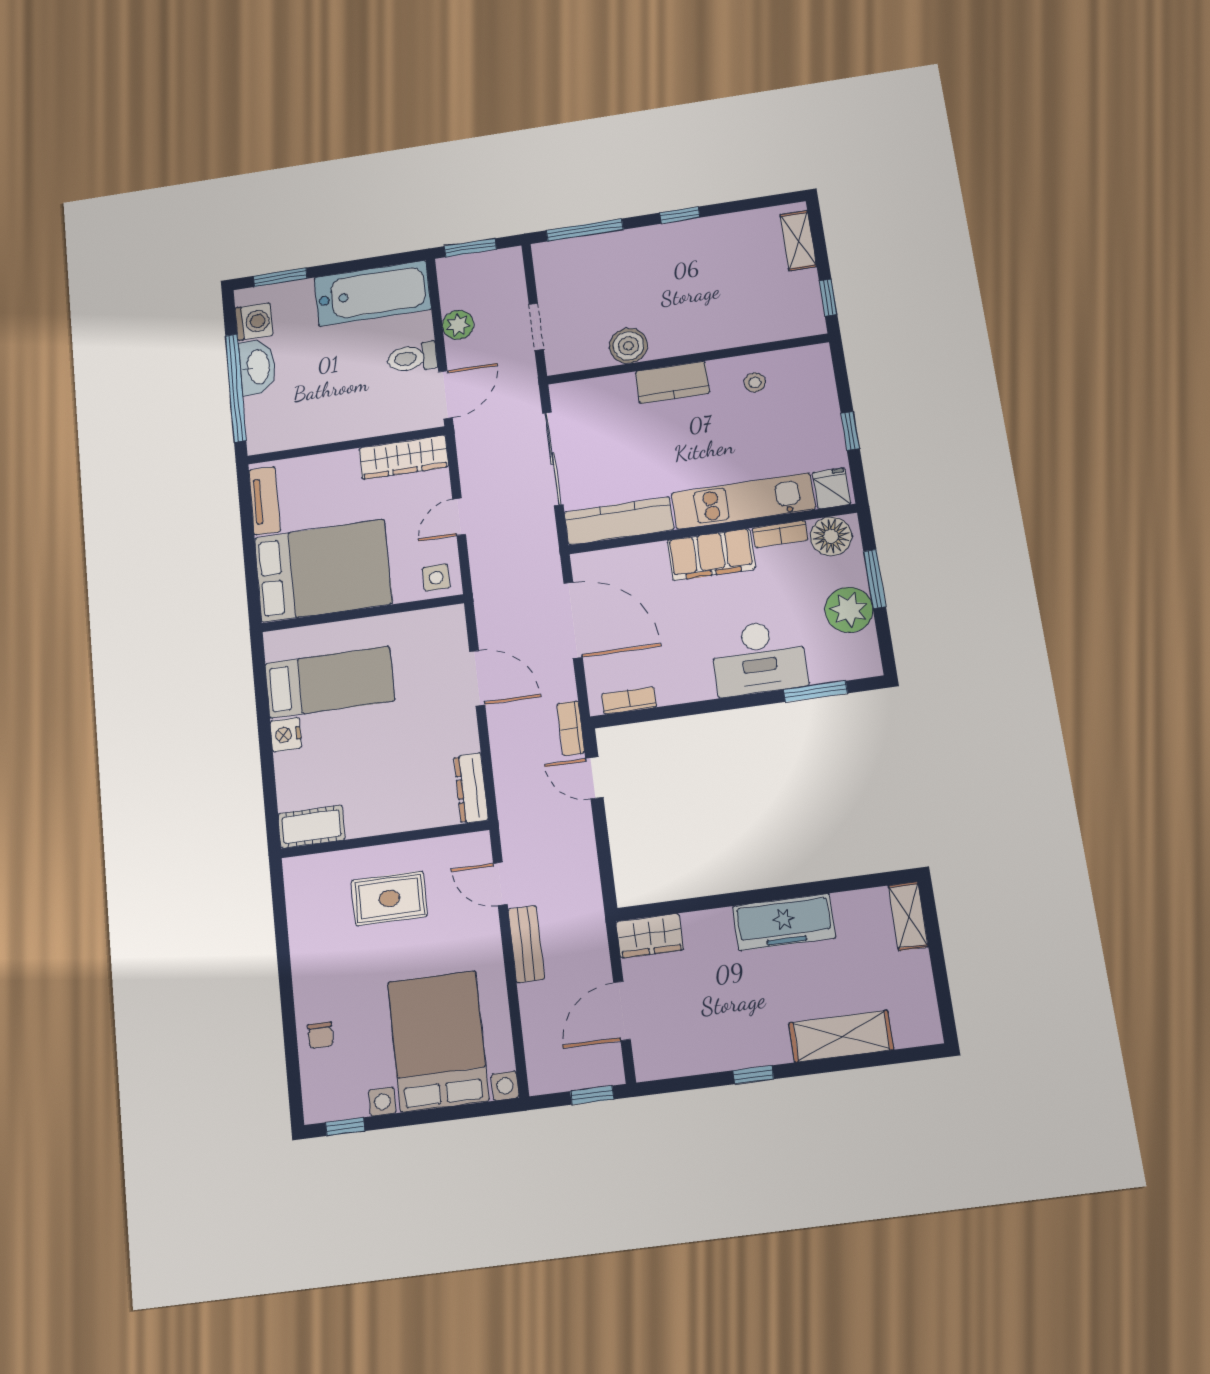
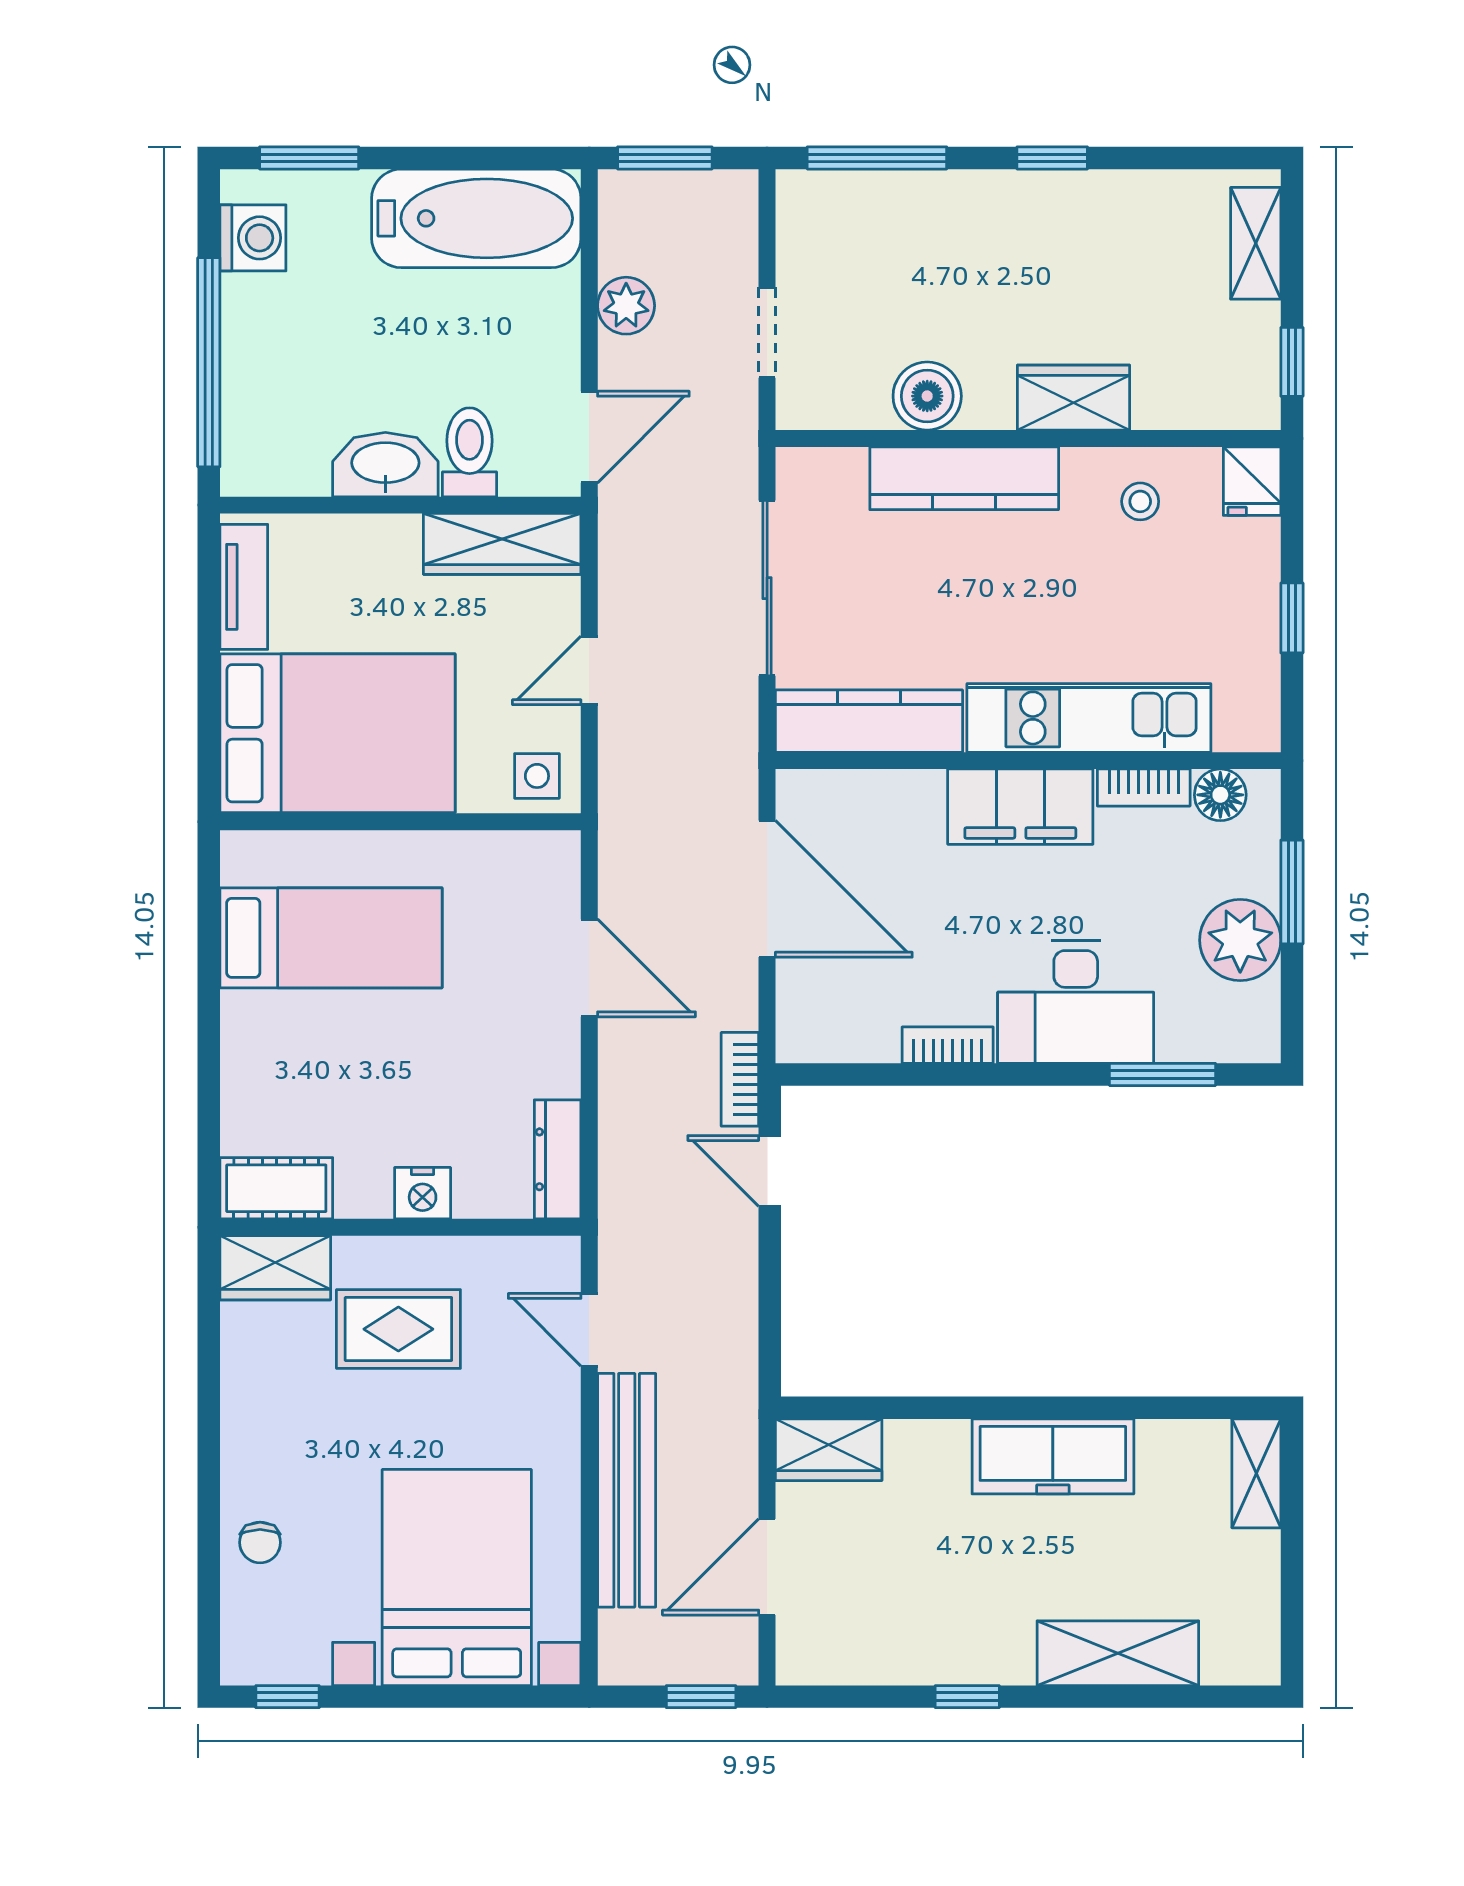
wardrobe: (709, 334) -> (1073, 398), added
toilet: (412, 358) -> (469, 452), moved, turned 90
washbasin: (257, 367) -> (385, 465), moved, turned -90
kitchen counter: (672, 382) -> (964, 478), width x1.50
fridge: (832, 488) -> (1252, 481), moved, turned 180
floor lamp: (831, 536) -> (1220, 795), width x0.73, depth x0.73
bookcase: (629, 701) -> (948, 1045), moved
nightstand: (286, 735) -> (423, 1193), moved, turned -90
wardrobe: (315, 872) -> (275, 1268), added
bench: (526, 944) -> (627, 1490), width x1.86, depth x1.21

